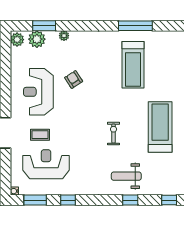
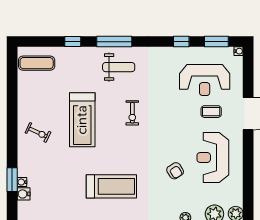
treadmill: (133, 65) -> (111, 186), turned 90
reception desk: (38, 92) -> (213, 158), turned 180
window: (130, 200) -> (114, 42), width x2.17

